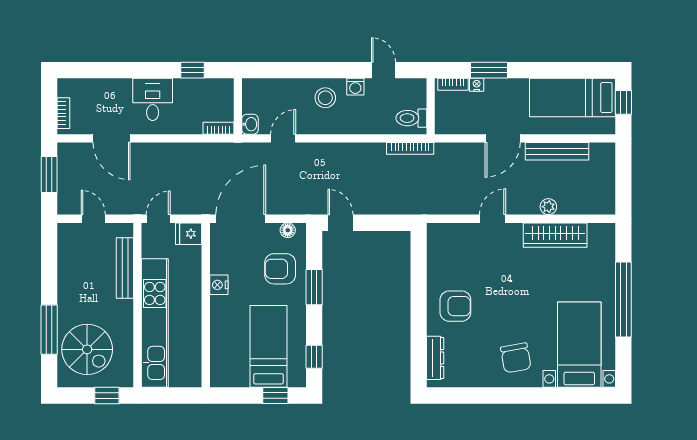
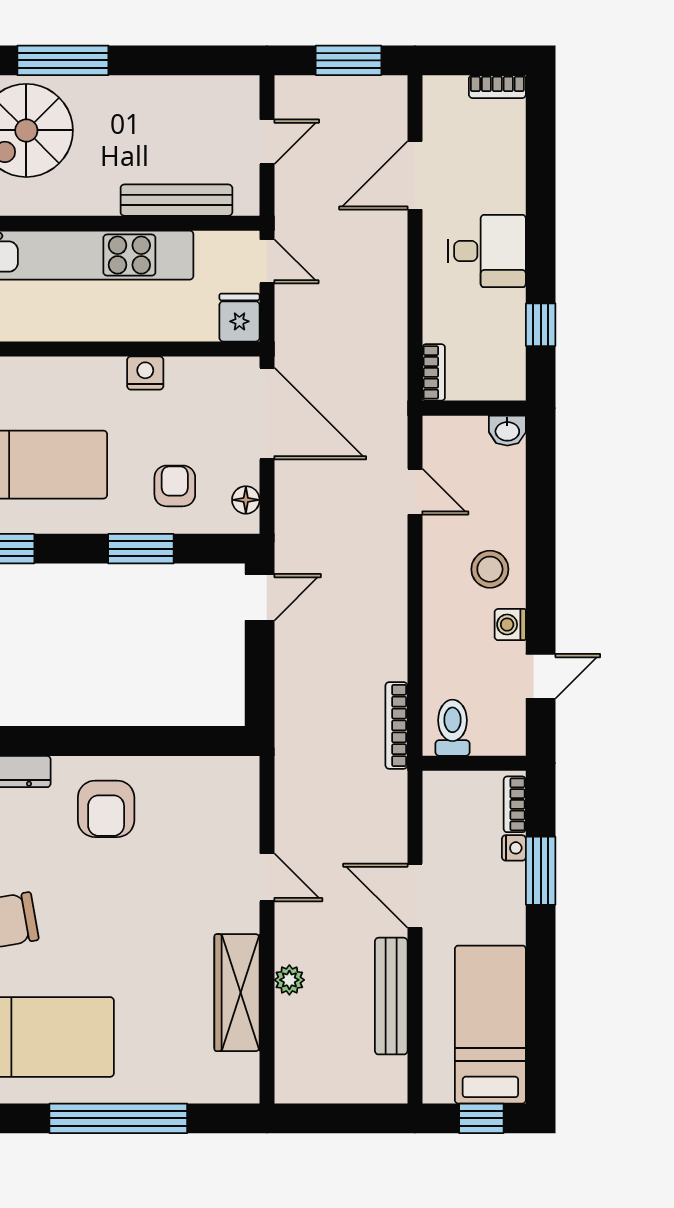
bookcase: (63, 113) -> (497, 87), moved
washbasin: (250, 124) -> (507, 431), moved
armchair: (280, 269) -> (175, 486), width x0.72, depth x0.72

